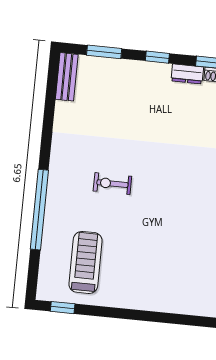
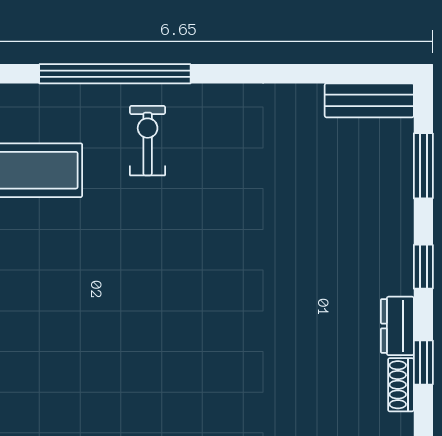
exercise bike: (112, 184) -> (148, 141), moved

